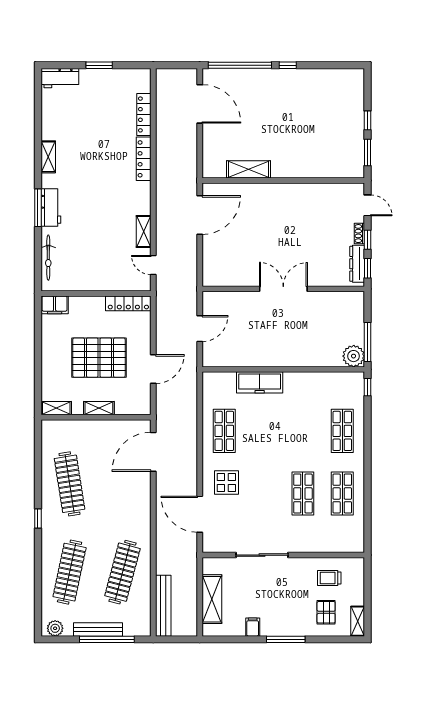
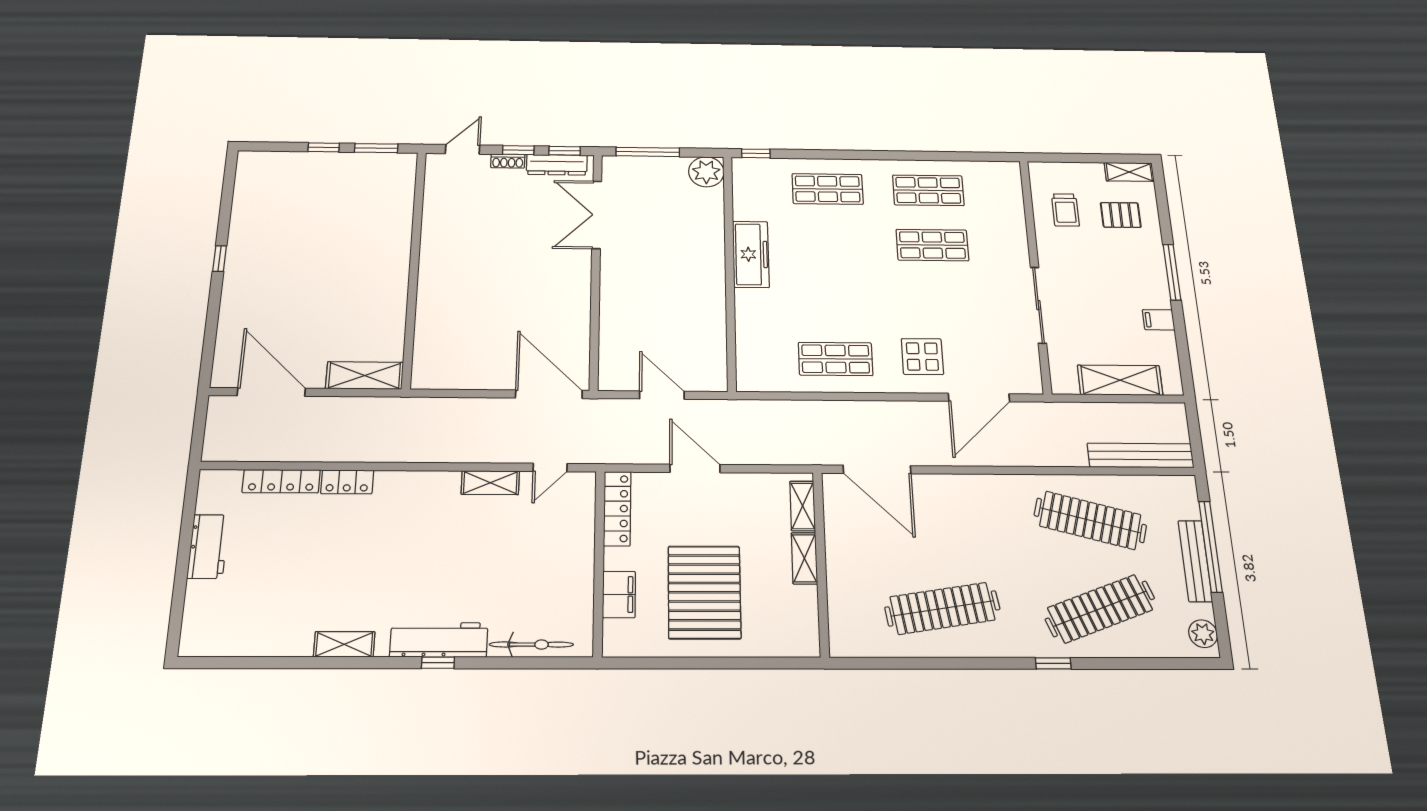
window: (99, 65) -> (184, 556), removed
window: (240, 65) -> (211, 330), removed
workbench: (60, 78) -> (208, 546), moved
door: (200, 104) -> (271, 392), hinge flipped
locker: (144, 159) -> (347, 482), width x0.66
shelving: (249, 169) -> (365, 376), moved, turned 90
workbench: (51, 207) -> (439, 640), width x1.38
window: (38, 208) -> (438, 663), width x0.46
door: (200, 215) -> (549, 394), moved
double door: (283, 289) -> (597, 215), moved
filing cabinet: (55, 305) -> (619, 594), moved
window: (368, 342) -> (648, 152), moved
pallet: (99, 358) -> (704, 592), moved
door: (153, 369) -> (695, 468), moved
freezer: (260, 382) -> (751, 254), moved
shelving: (56, 408) -> (803, 506), moved
window: (38, 519) -> (1053, 663), moved
clothes rail: (70, 572) -> (1100, 609), turned -33

